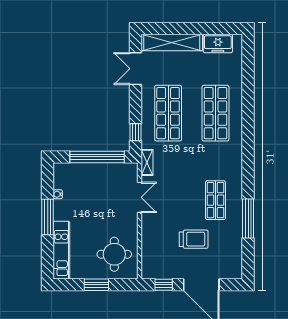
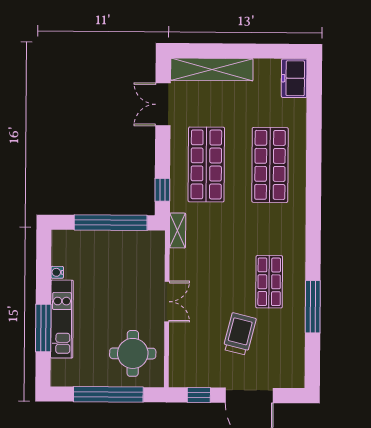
freezer: (218, 43) -> (294, 78), moved, turned 90
double door: (139, 197) -> (167, 302), moved
window: (48, 217) -> (43, 328), moved
trolley: (194, 239) -> (240, 334), turned -76
kitchen unit: (61, 250) -> (62, 319), moved
window: (96, 285) -> (108, 394), width x2.11

